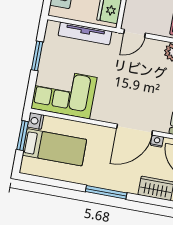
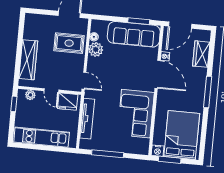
window: (37, 56) -> (108, 154), width x1.44
corner sofa: (64, 93) -> (136, 114), moved
bed: (54, 147) -> (182, 135), width x1.50

